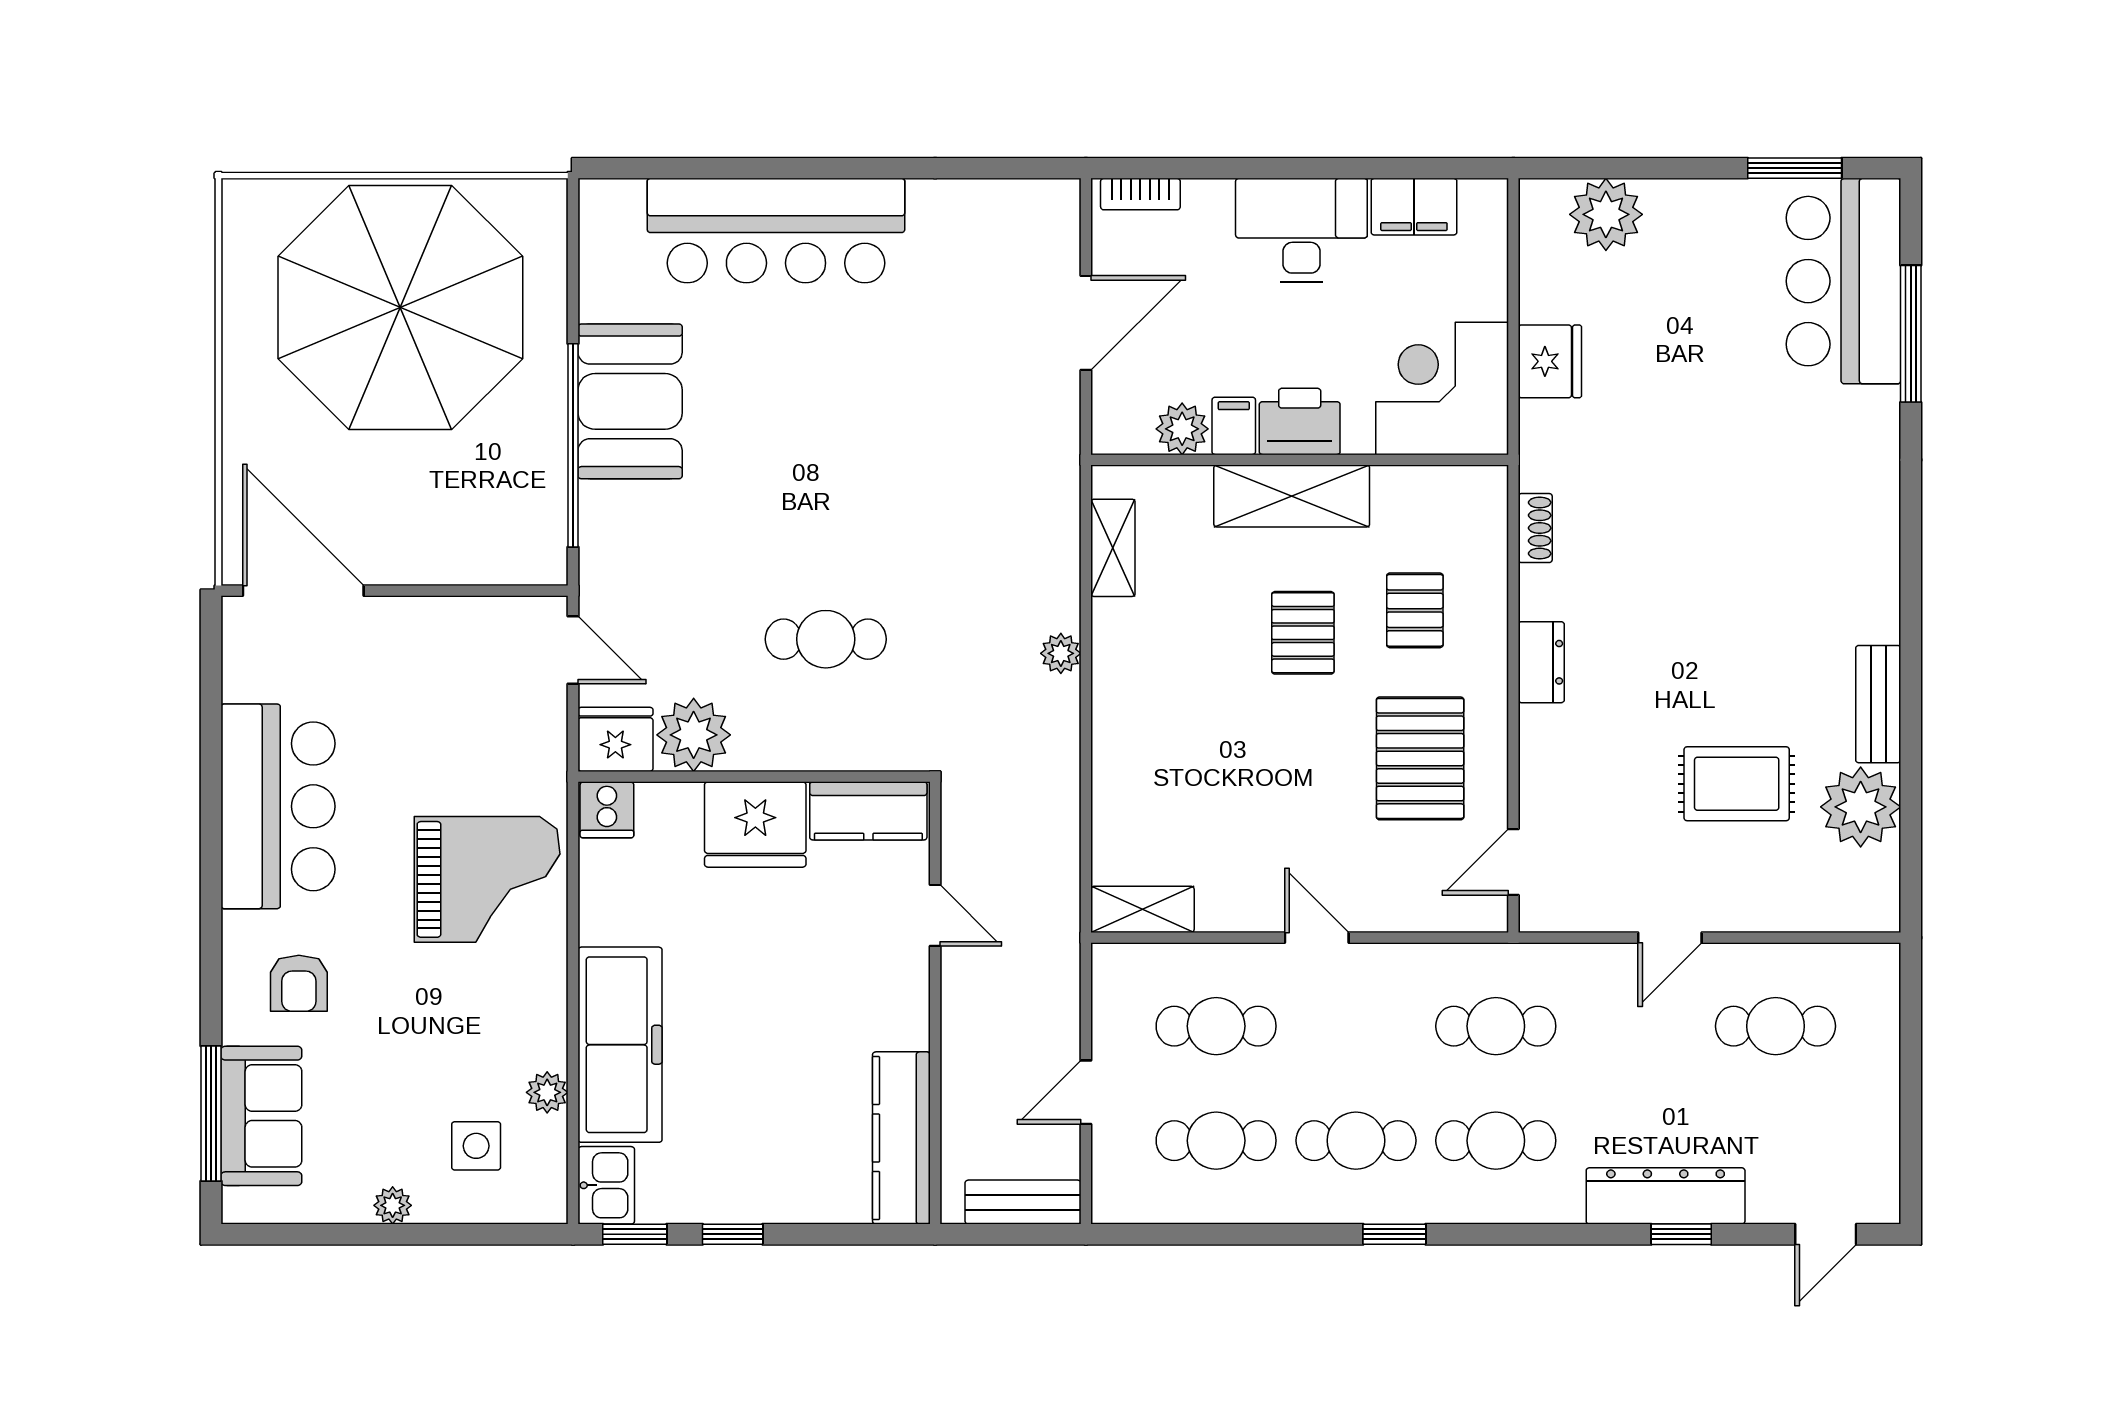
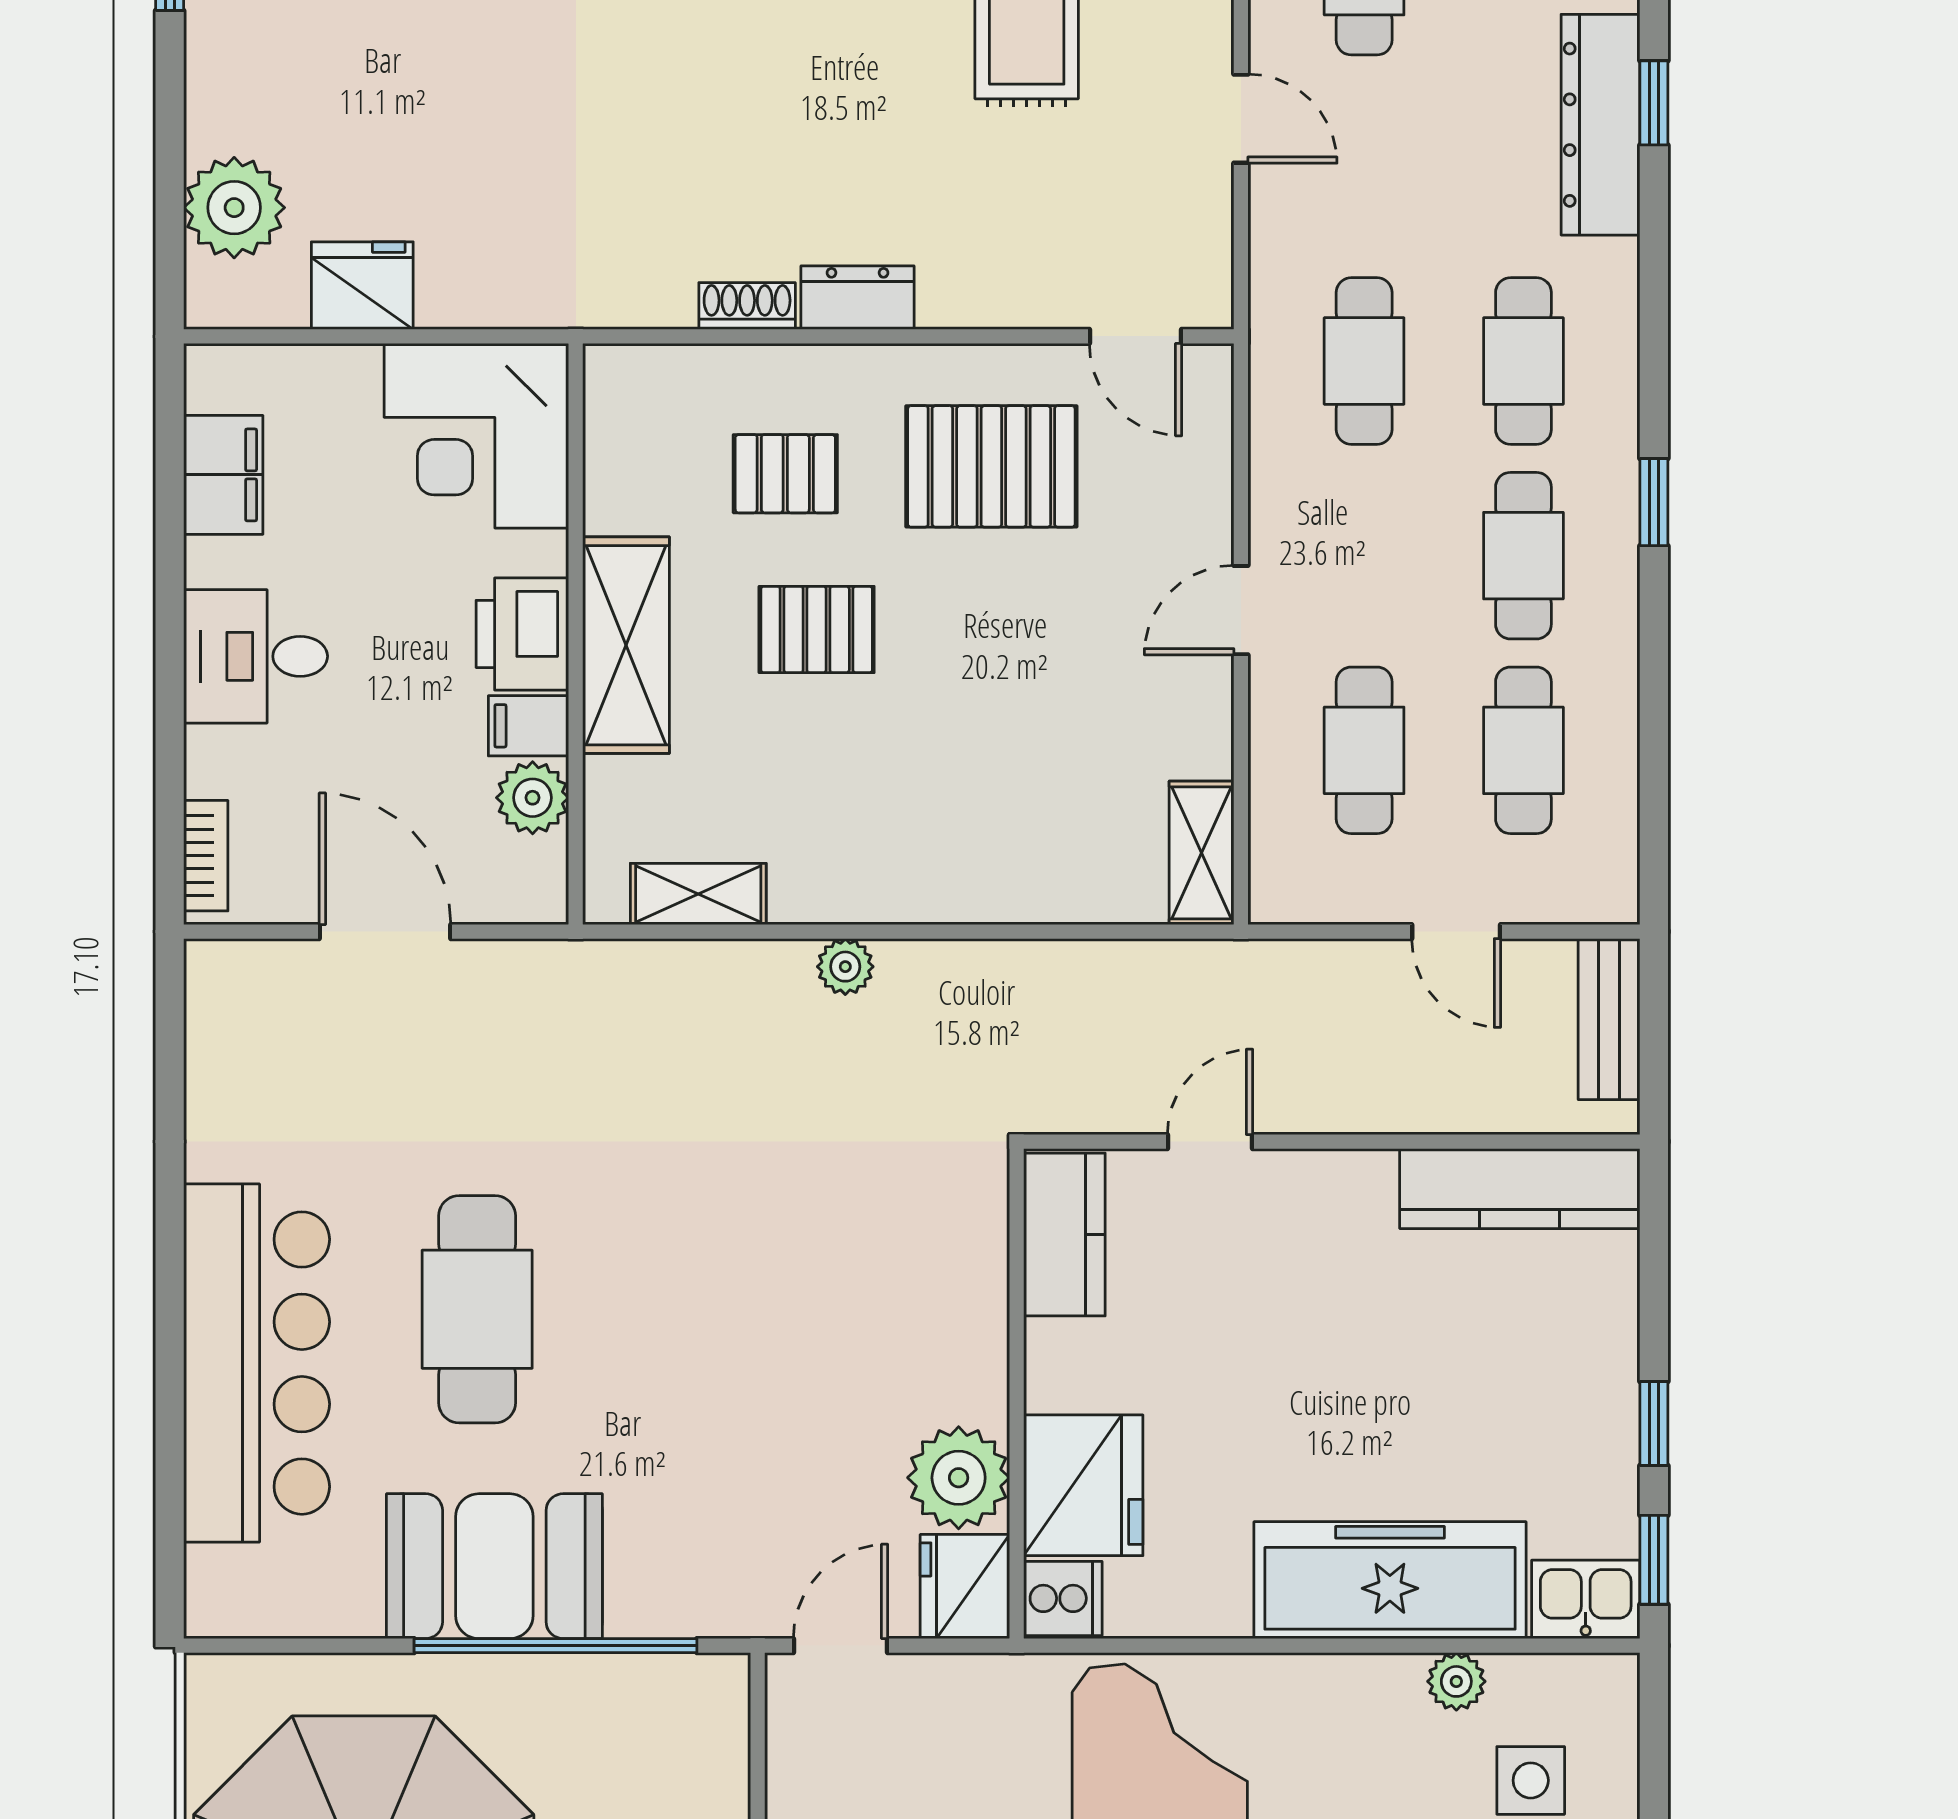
desk: (1301, 230) -> (256, 656), width x0.73
fridge: (1550, 361) -> (362, 286), moved
shoe rack: (1535, 528) -> (747, 306), moved
cafe table: (826, 639) -> (477, 1309), moved, width x1.37, depth x1.35
fridge: (755, 824) -> (1083, 1485), moved

